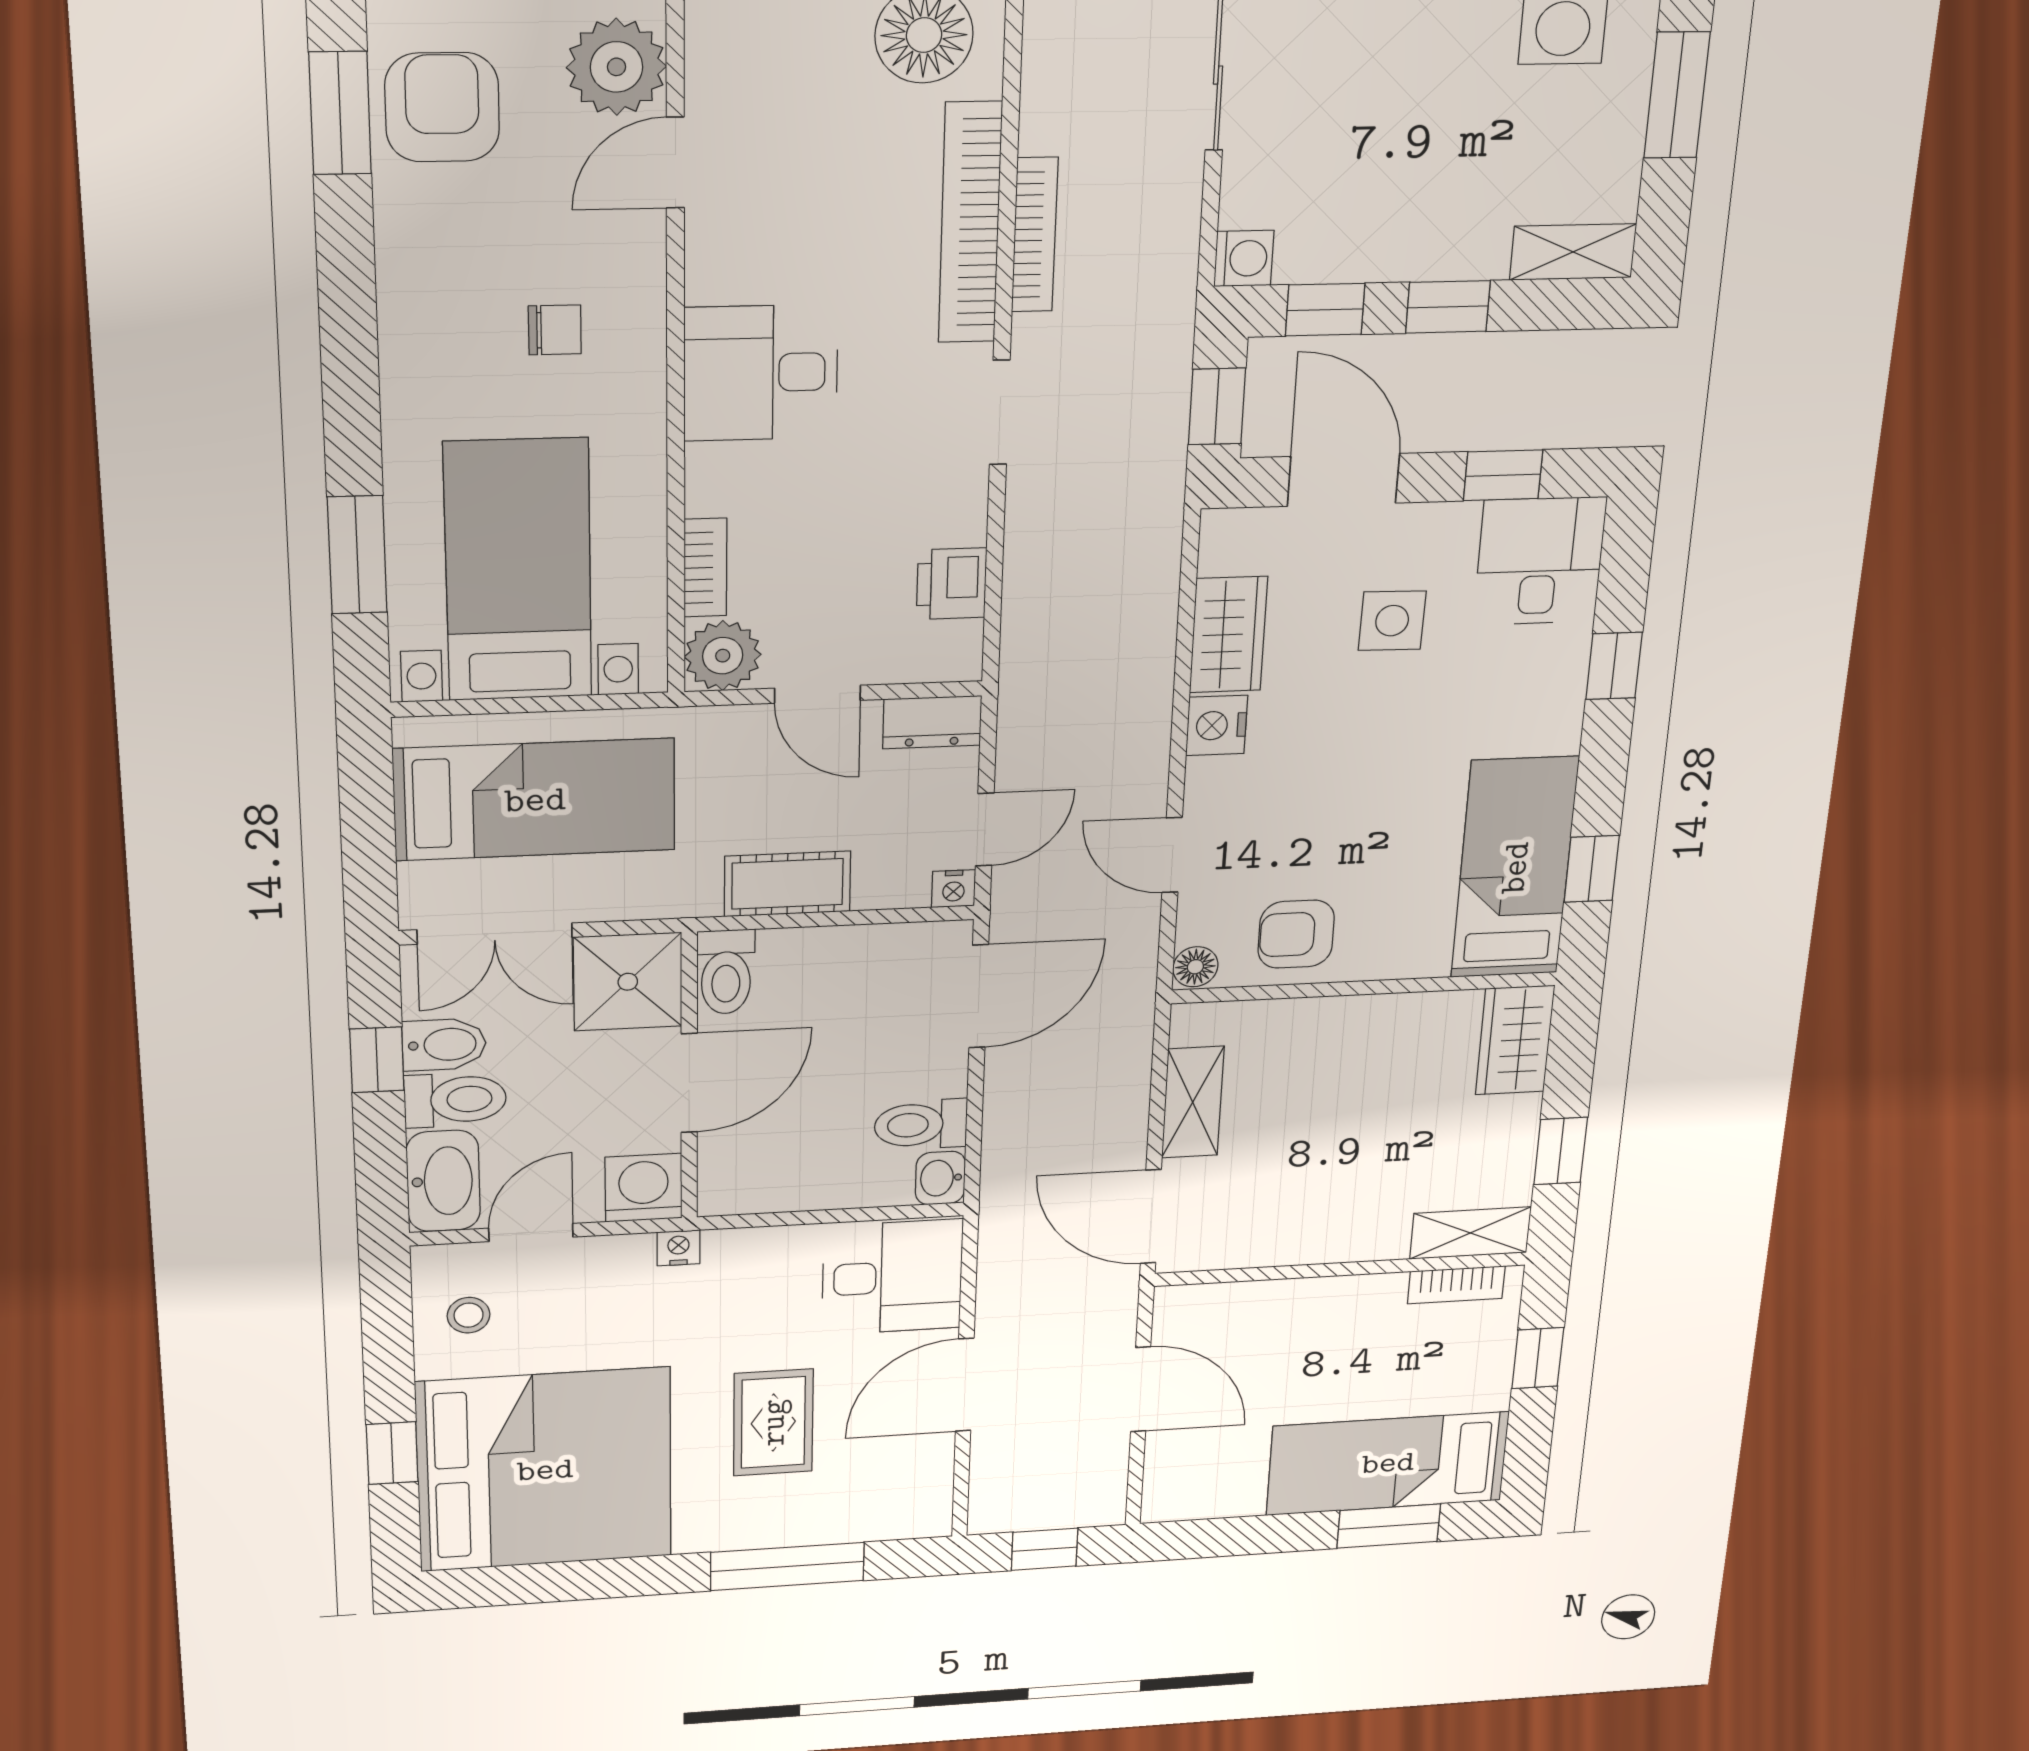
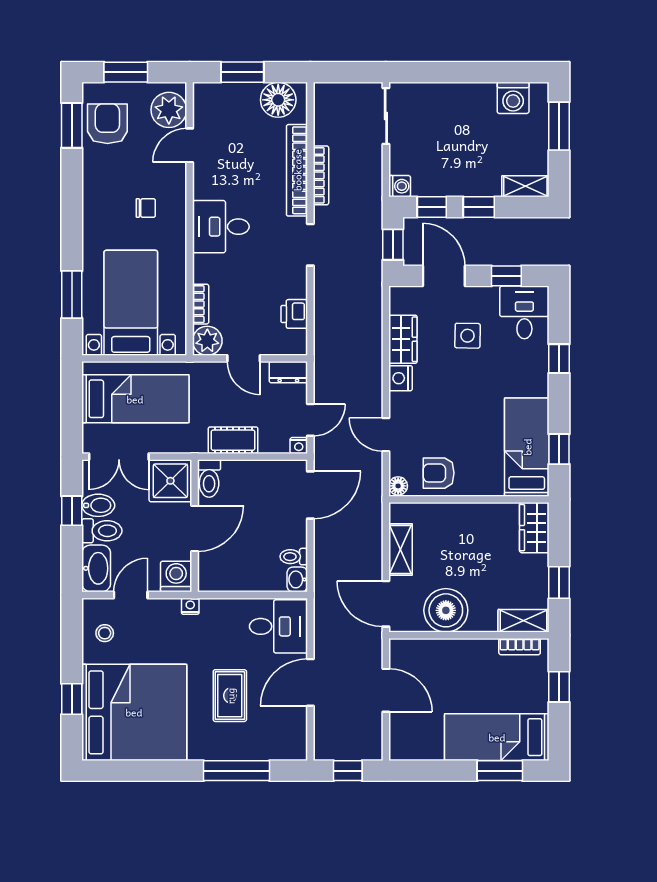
toilet: (921, 1125) -> (294, 557), width x0.73, depth x0.72
boiler: (1292, 1222) -> (446, 610), added

